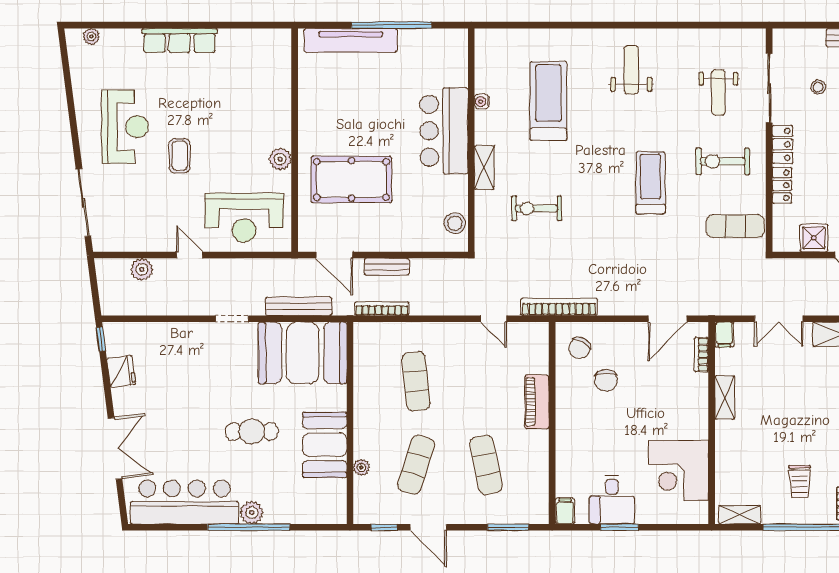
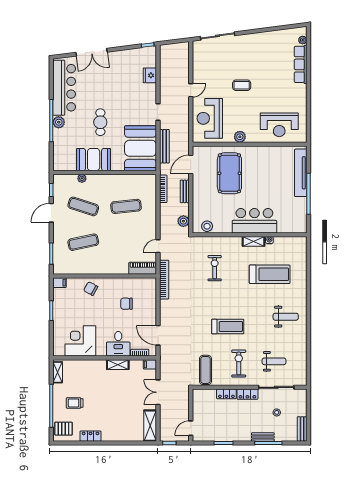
row of seats: (180, 40) -> (301, 64), moved
weight bench: (718, 93) -> (274, 361), turned 180
reception desk: (125, 127) -> (279, 125), moved
shelving: (484, 167) -> (254, 241), moved
shower: (814, 238) -> (200, 410), removed
plant: (142, 269) -> (183, 221), moved
chair: (579, 348) -> (91, 289), moved
fridge: (121, 371) -> (150, 75), moved, turned 97
piano: (537, 402) -> (143, 268), moved
desk: (612, 500) -> (118, 344), moved, turned -90

